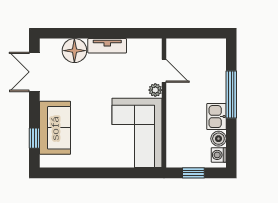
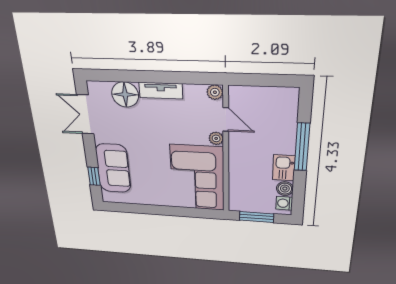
plant: (155, 46) -> (215, 92), added
window: (193, 173) -> (257, 217), width x1.50

